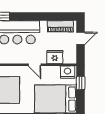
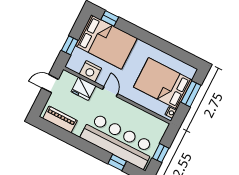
door: (81, 38) -> (50, 84), moved
nightstand: (68, 72) -> (90, 71), moved

